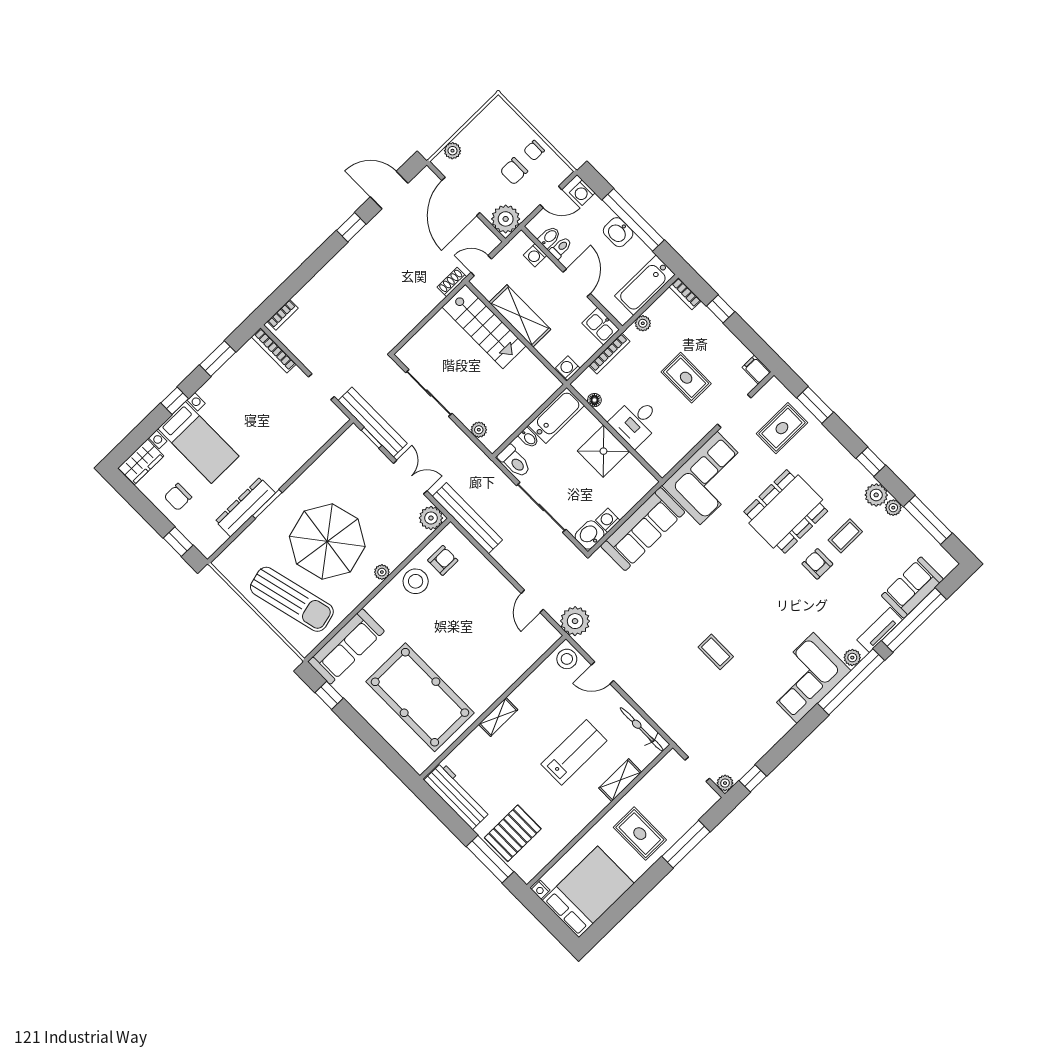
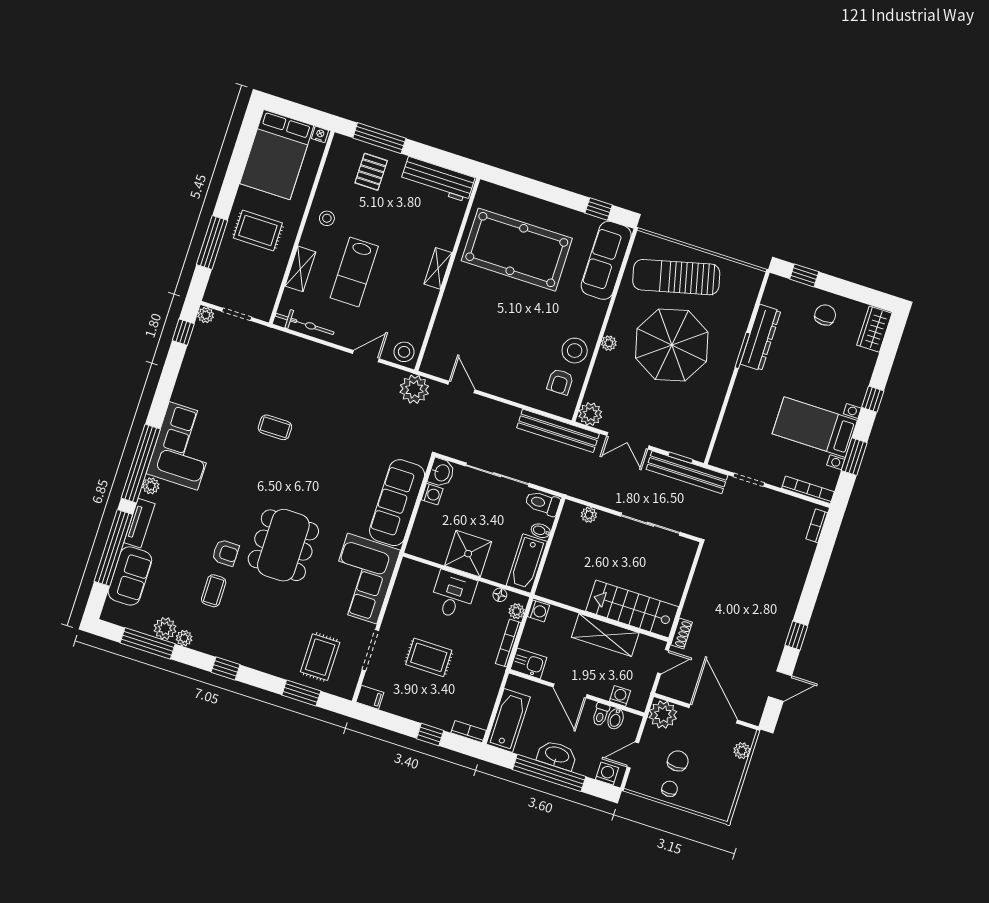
door: (389, 190) -> (780, 686), width x0.73
washbasin: (618, 232) -> (557, 755), width x1.38
plant: (643, 323) -> (517, 611), moved
bed with nightstands: (198, 442) -> (815, 427), moved
plant: (876, 495) -> (165, 628), moved
dining table: (786, 511) -> (283, 545), moved
stool: (573, 813) -> (327, 218), added
pallet: (513, 833) -> (371, 172), width x0.67, depth x0.71

